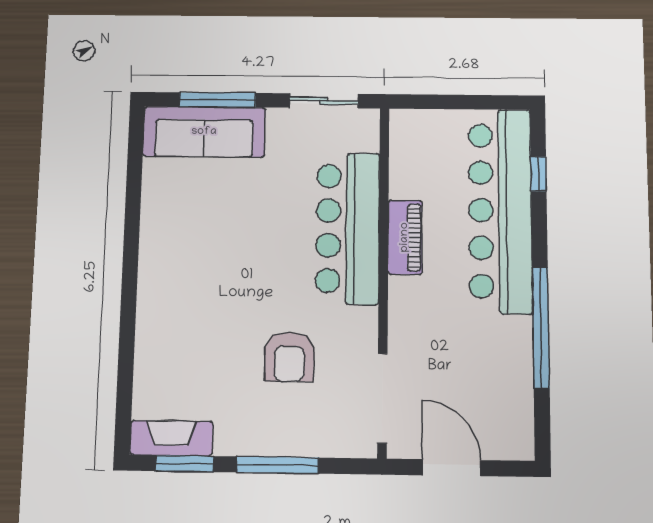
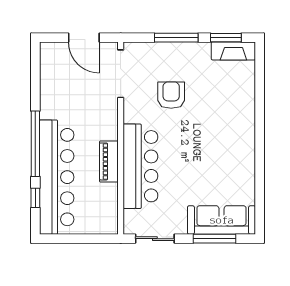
window: (541, 328) -> (35, 144), moved

